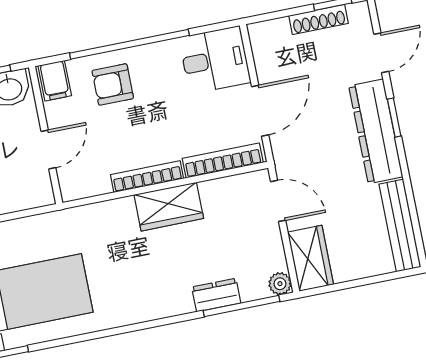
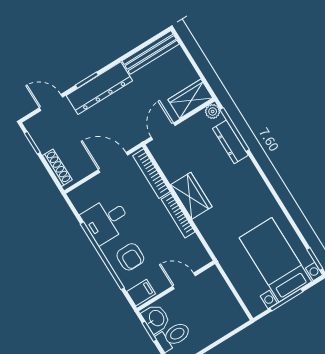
shoe rack: (319, 19) -> (57, 168), moved
desk: (215, 60) -> (106, 220), moved, turned -90
dresser: (216, 295) -> (230, 142), width x1.44

